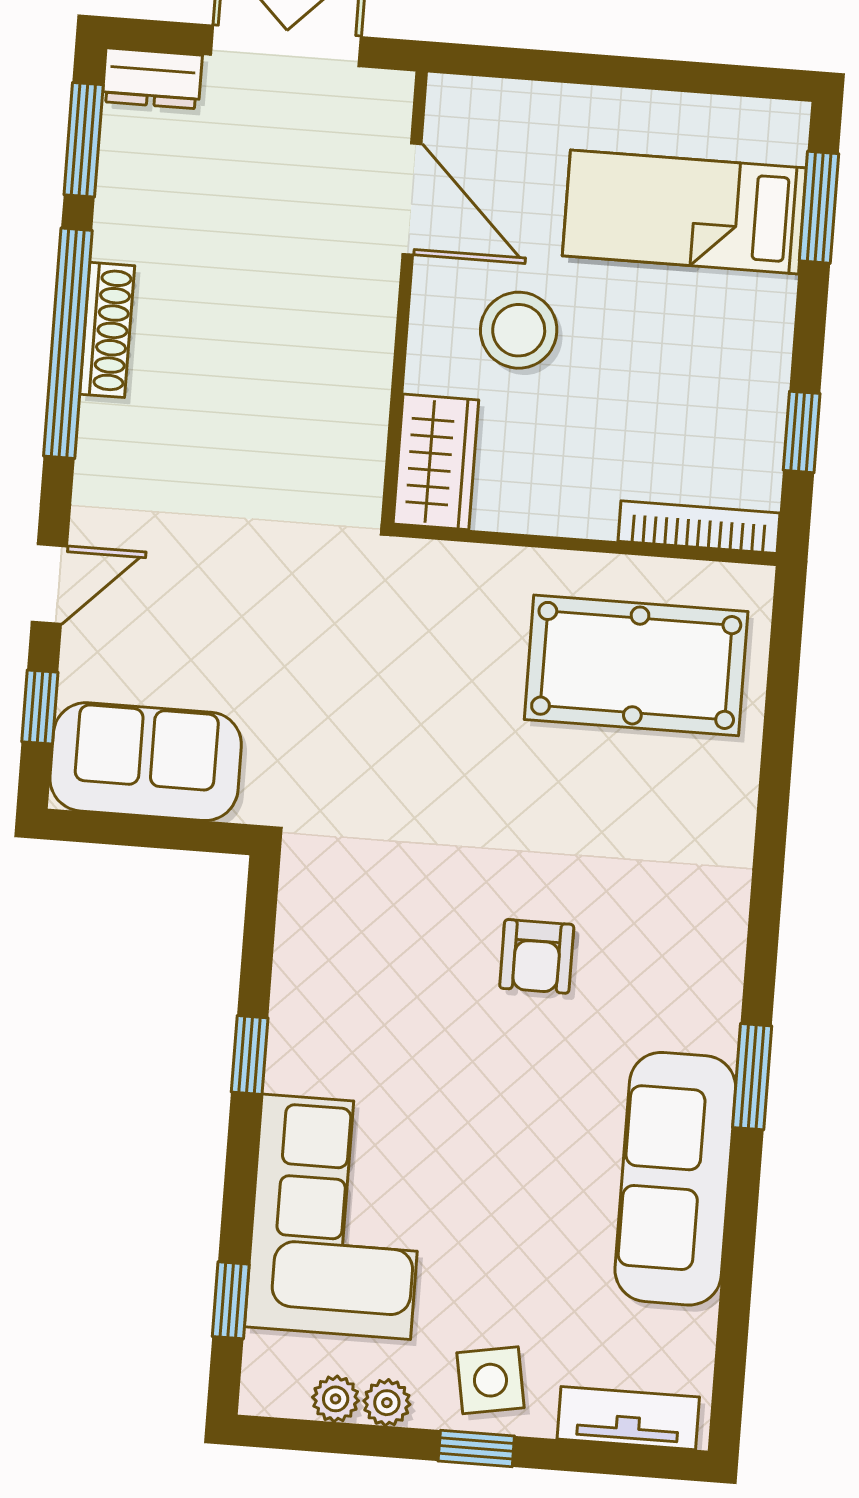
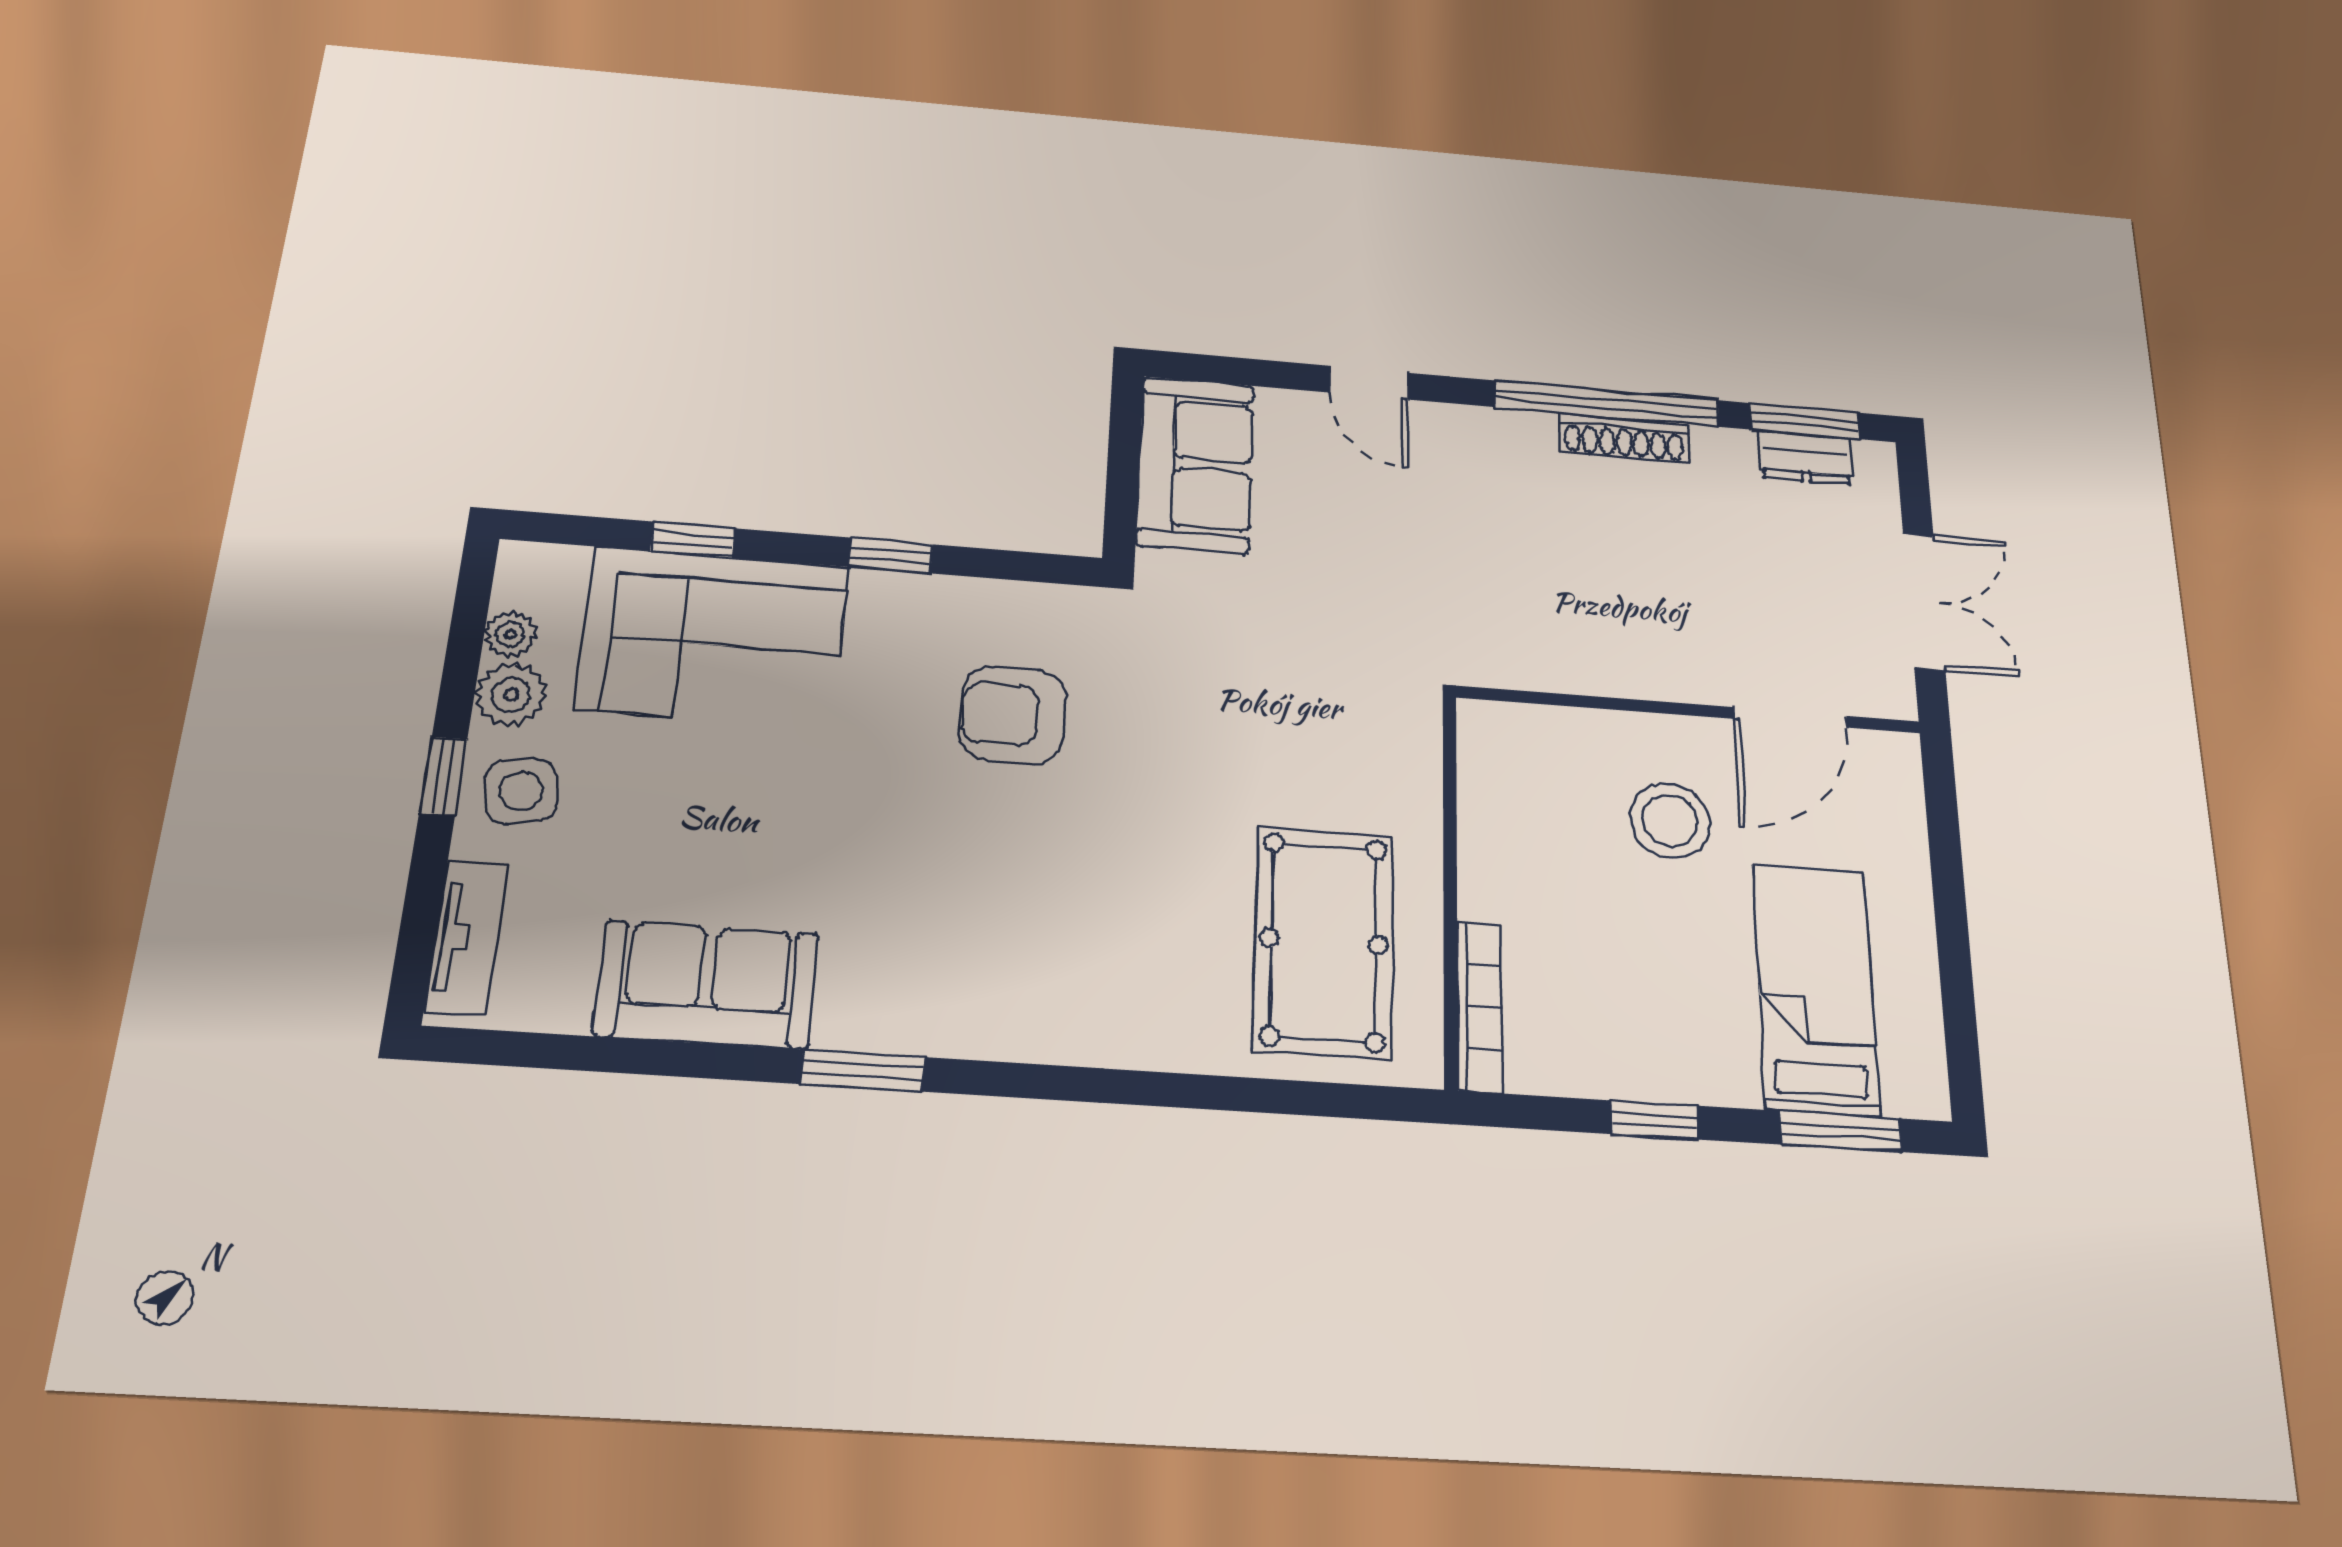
dresser: (152, 78) -> (1805, 458), moved, turned -90
window: (802, 432) -> (1654, 1120), moved
wardrobe: (436, 462) -> (1524, 739), removed
window: (40, 707) -> (1246, 372), removed
armchair: (537, 956) -> (1013, 715), moved, width x1.38, depth x1.38
sofa: (675, 1179) -> (707, 985), width x0.73
window: (231, 1300) -> (693, 540), moved
plant: (387, 1403) -> (511, 695), width x1.38, depth x1.38

